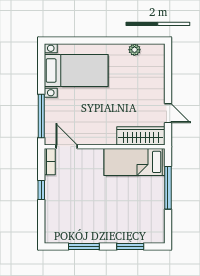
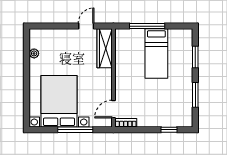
bed with nightstands: (76, 71) -> (59, 101), width x1.36
window: (41, 116) -> (75, 130), moved
bed: (134, 162) -> (156, 53), moved
window: (41, 190) -> (169, 130), moved

